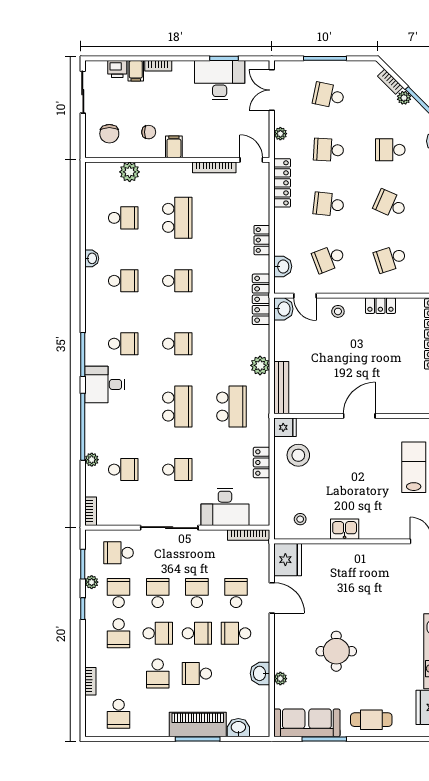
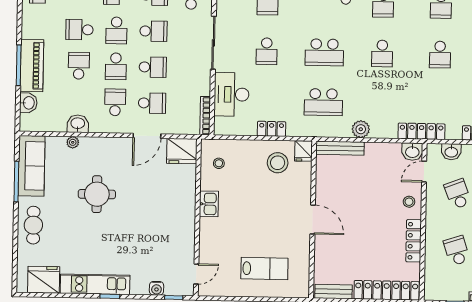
locker: (380, 306) -> (414, 241), width x1.53

